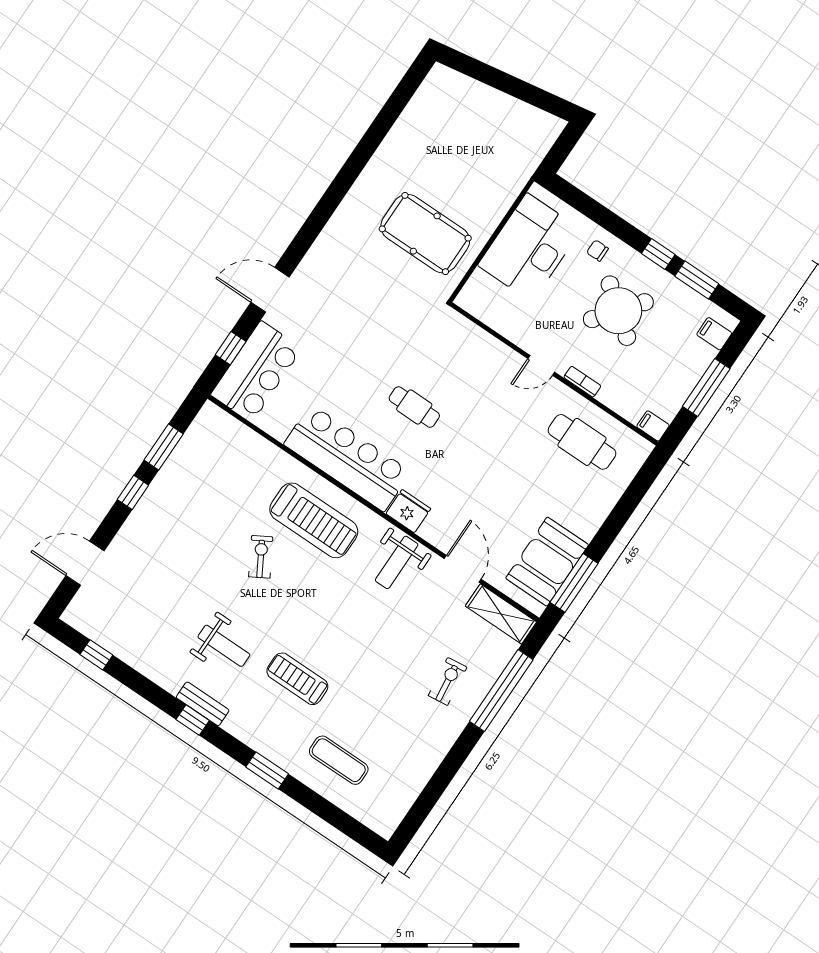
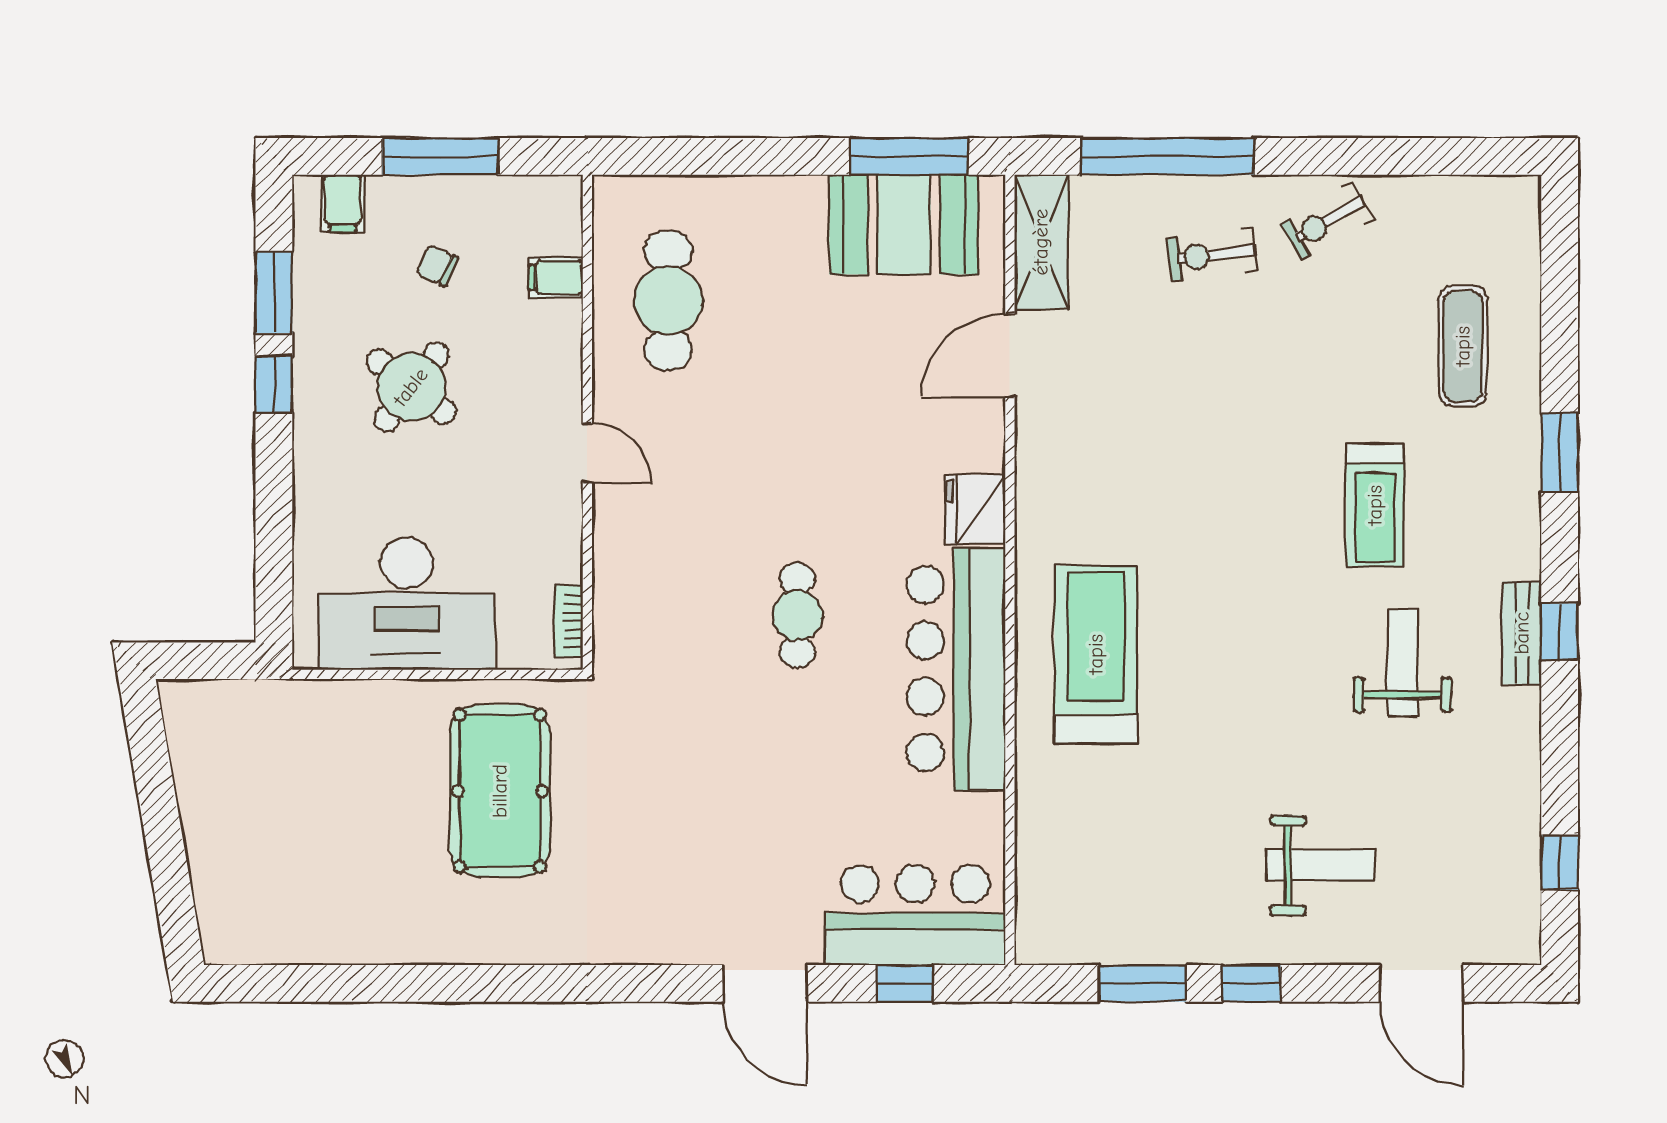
chair: (597, 251) -> (437, 266), moved, turned 115
round table: (618, 311) -> (411, 387), width x0.73, depth x0.73
bookcase: (582, 382) -> (568, 621), moved
filing cabinet: (653, 426) -> (556, 277), moved, turned 90
exercise bike: (261, 557) -> (1327, 221), moved
weight bench: (397, 562) -> (1321, 865), moved

